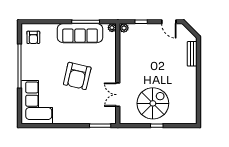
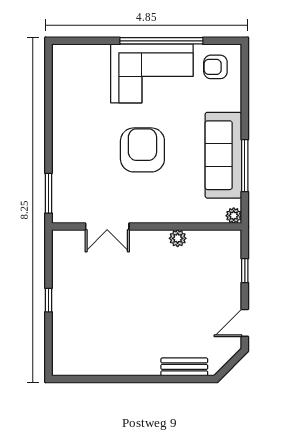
plant: (124, 28) -> (178, 238), moved
armchair: (77, 76) -> (142, 150), turned 77
double door: (118, 95) -> (107, 227), swing flipped
corner sofa: (37, 102) -> (152, 73), moved
spiral stairs: (153, 103) -> (91, 293), removed

